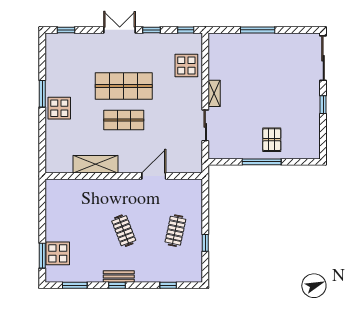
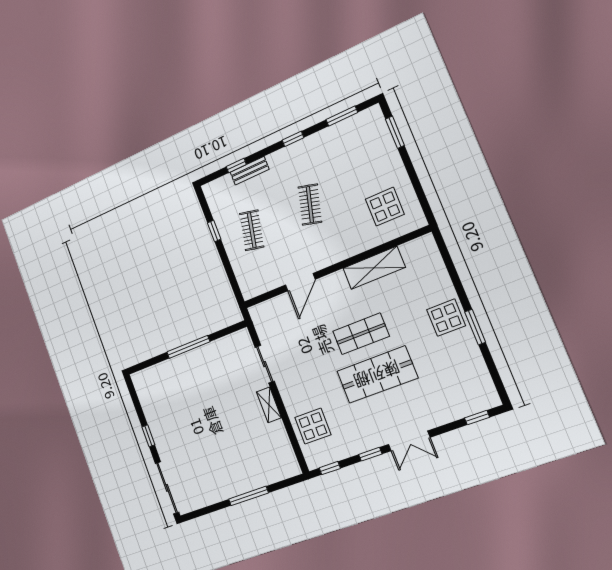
pallet: (272, 140) -> (187, 376), removed
clothes rail: (124, 231) -> (310, 205), turned 36
display table: (58, 253) -> (385, 207), moved
bench: (119, 277) -> (250, 171), moved

